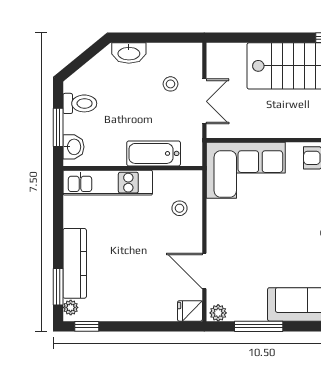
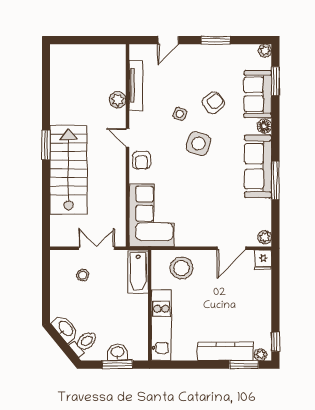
washbasin: (129, 53) -> (65, 329), moved, turned -39
toilet: (80, 103) -> (84, 343), moved, turned 51
washbasin: (73, 147) -> (117, 352), moved
bathtub: (154, 153) -> (138, 272), moved
stool: (179, 208) -> (182, 268), width x1.89, depth x1.89
window: (259, 326) -> (275, 180), moved

